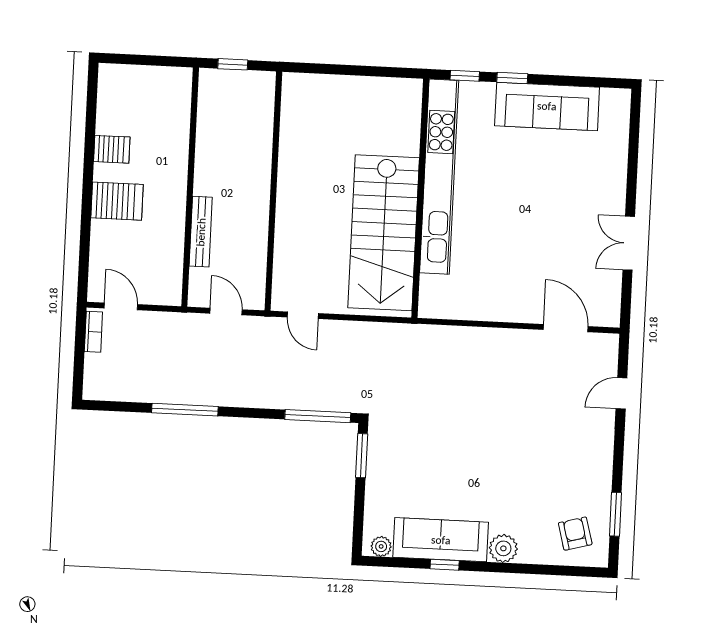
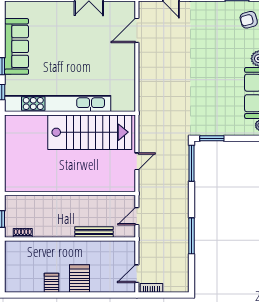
shoe rack: (206, 101) -> (23, 233), added
door: (303, 315) -> (137, 161), moved

